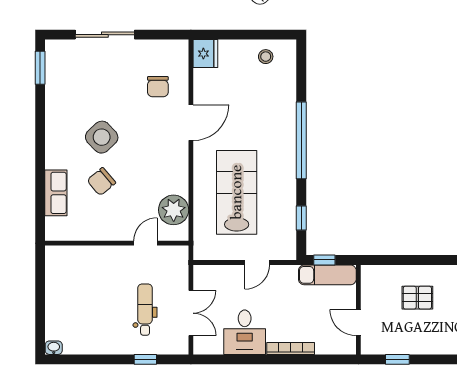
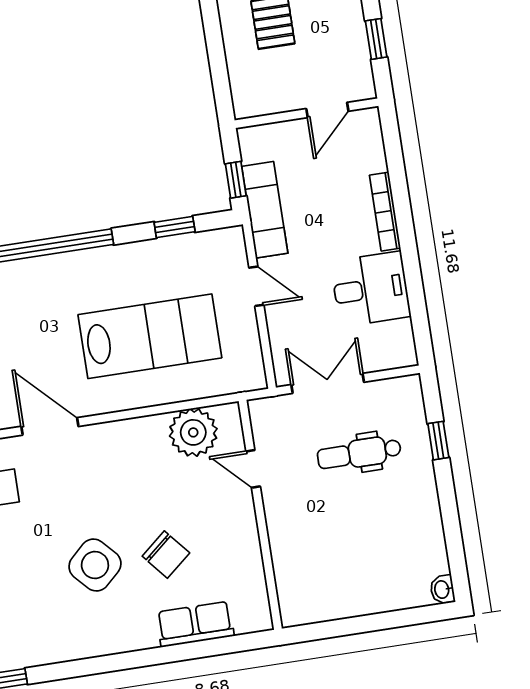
lab bench: (237, 192) -> (150, 336), turned 180
exam couch: (327, 275) -> (265, 210), moved
double door: (191, 313) -> (328, 383), moved

